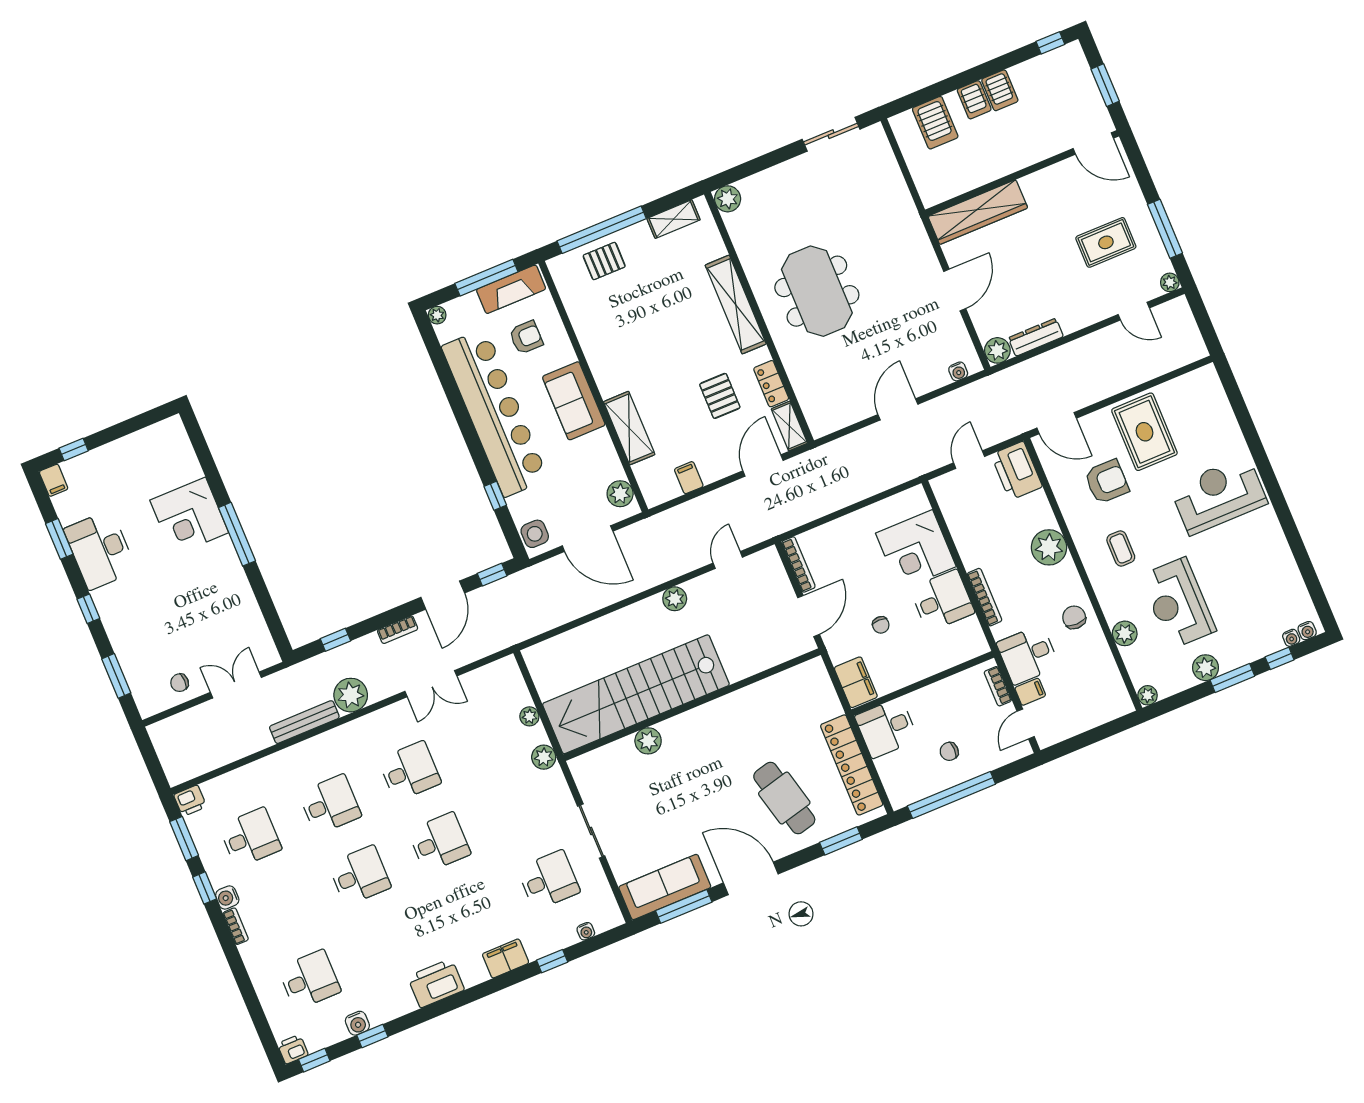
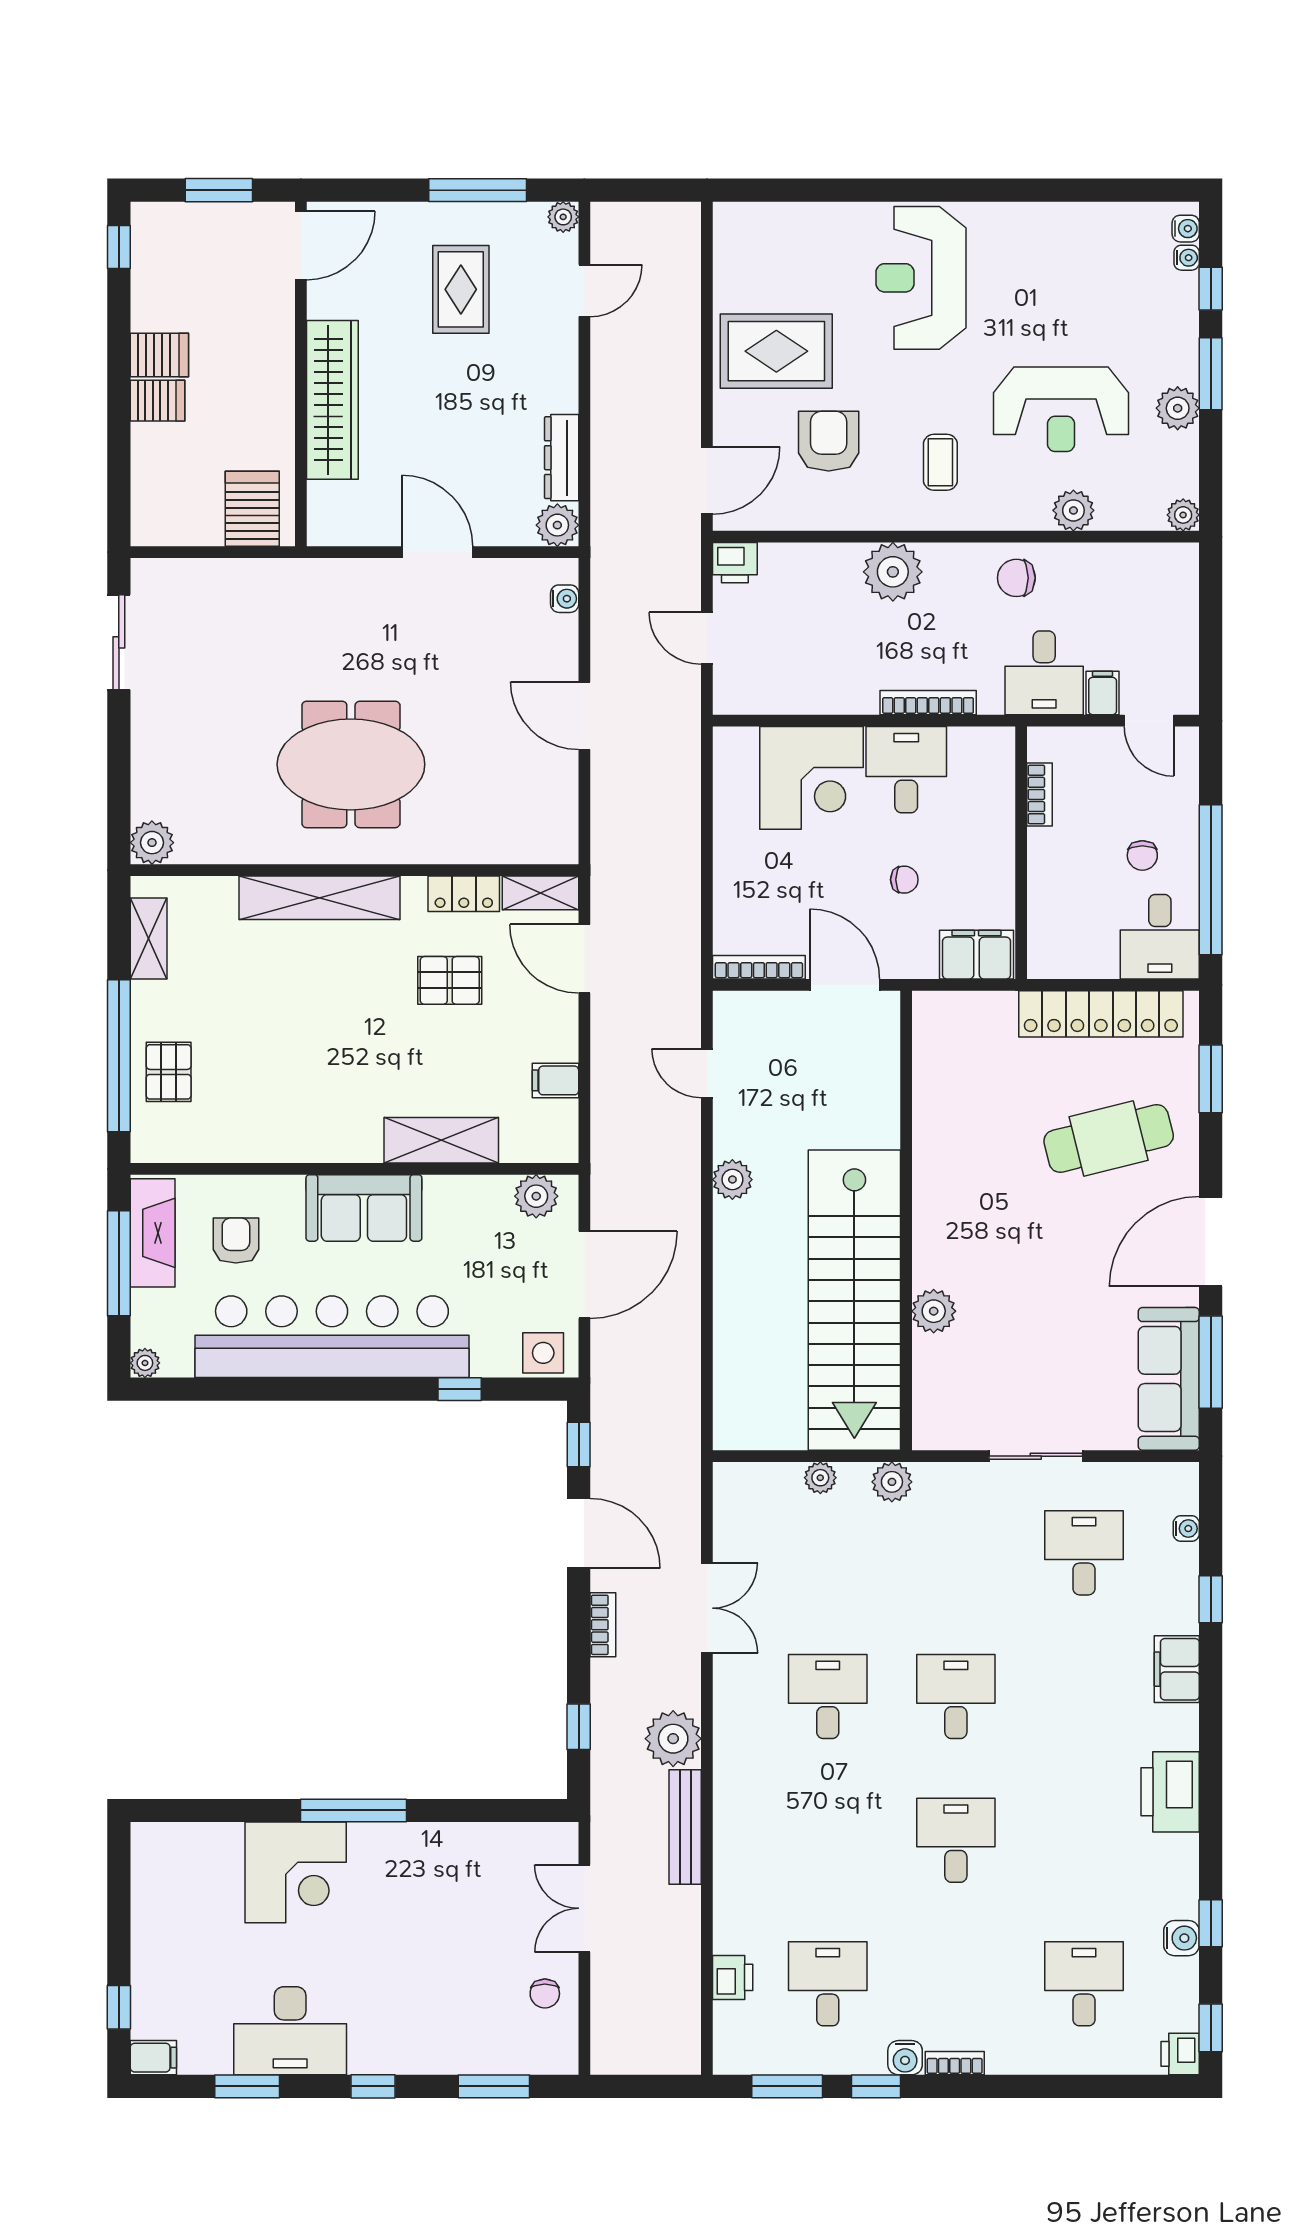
server rack: (935, 123) -> (252, 509), moved, turned -90
wardrobe: (978, 212) -> (332, 400), moved
printer: (1017, 471) -> (735, 563), width x0.53, depth x0.68
coffee table: (1121, 548) -> (940, 462), turned 90
bookcase: (998, 686) -> (1039, 794), moved, turned -90
desk: (886, 728) -> (1160, 937), moved
printer: (190, 801) -> (733, 1977), moved
desk: (330, 804) -> (828, 1840), removed

